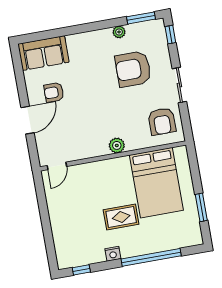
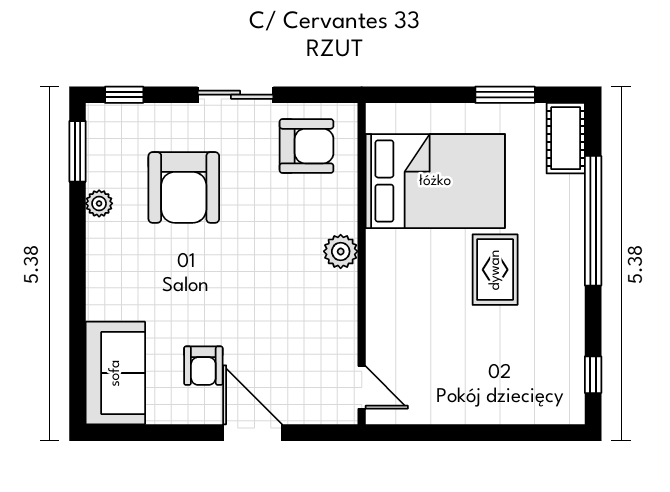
cot: (186, 238) -> (566, 138), added
nightstand: (113, 254) -> (571, 301), removed

